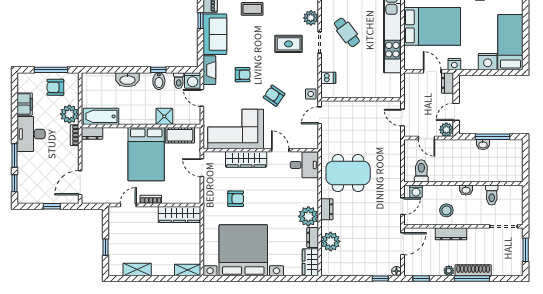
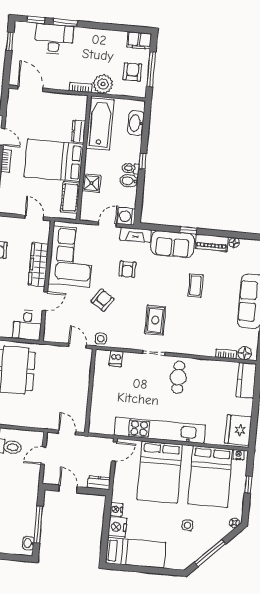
plant: (311, 18) -> (180, 346), removed
cafe table: (347, 32) -> (178, 377), moved, turned -53
nightstand: (454, 64) -> (116, 509), moved
window: (158, 70) -> (143, 161), moved
door: (432, 71) -> (114, 452), moved
washbasin: (127, 80) -> (136, 123), moved
toilet: (179, 81) -> (131, 168), moved
filing cabinet: (25, 104) -> (139, 40), moved
bathtub: (101, 116) -> (100, 124), width x1.36, depth x1.36
door: (403, 118) -> (67, 432), hinge flipped
plant: (446, 130) -> (50, 477), removed
dresser: (92, 133) -> (78, 131), moved
desk: (31, 134) -> (54, 39), moved
washbasin: (483, 145) -> (28, 543), moved
door: (202, 168) -> (34, 218), hinge flipped
window: (52, 206) -> (10, 41), moved

